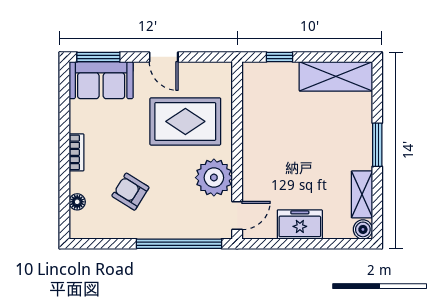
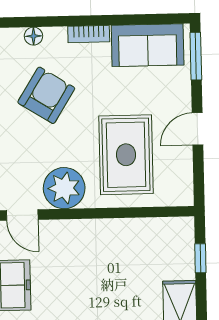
sofa: (101, 80) -> (148, 45), moved, turned -90
armchair: (130, 192) -> (46, 95), width x1.38, depth x1.38

